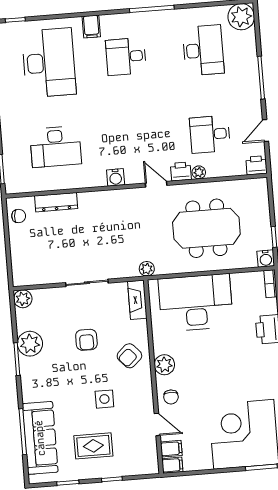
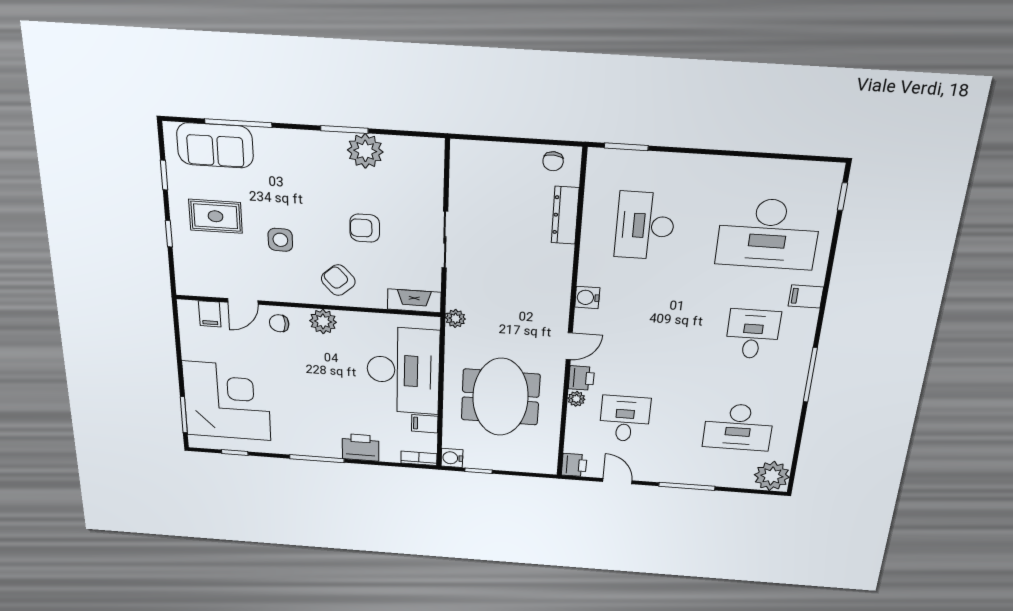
plant: (23, 299) -> (431, 150), removed
sofa: (40, 438) -> (215, 145), width x0.73
rug: (93, 446) -> (216, 216), turned 90
filing cabinet: (172, 465) -> (425, 424), moved, turned 90

